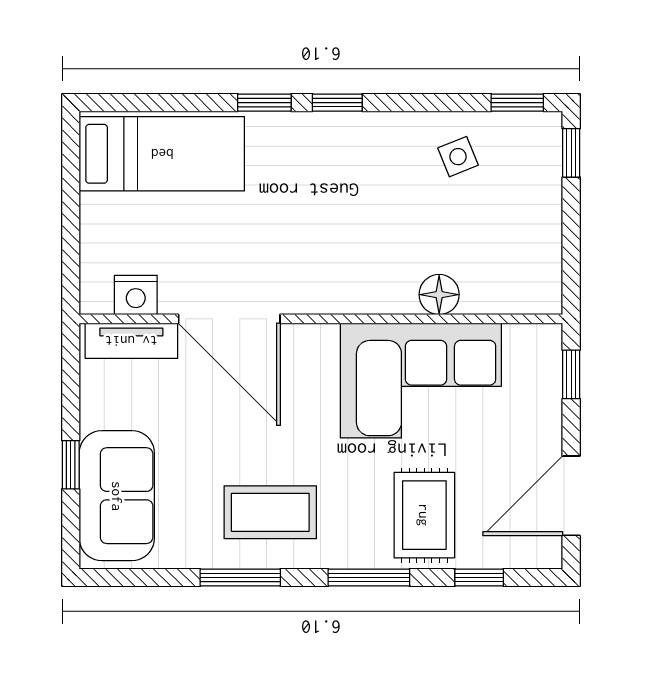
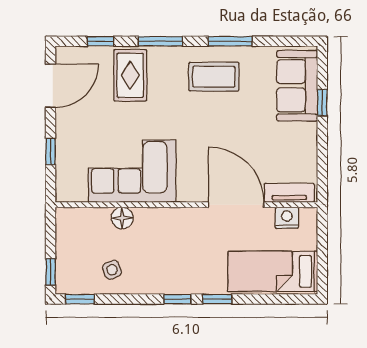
nightstand: (136, 295) -> (287, 218), moved
floor lamp: (439, 295) -> (122, 218), moved
door: (229, 319) -> (236, 205), moved
wall: (321, 319) -> (186, 205), moved
tv unit: (131, 341) -> (289, 193), moved
corner sofa: (421, 381) -> (132, 171), moved

